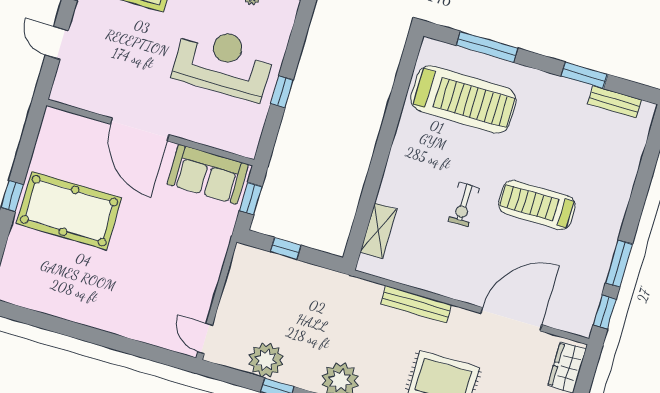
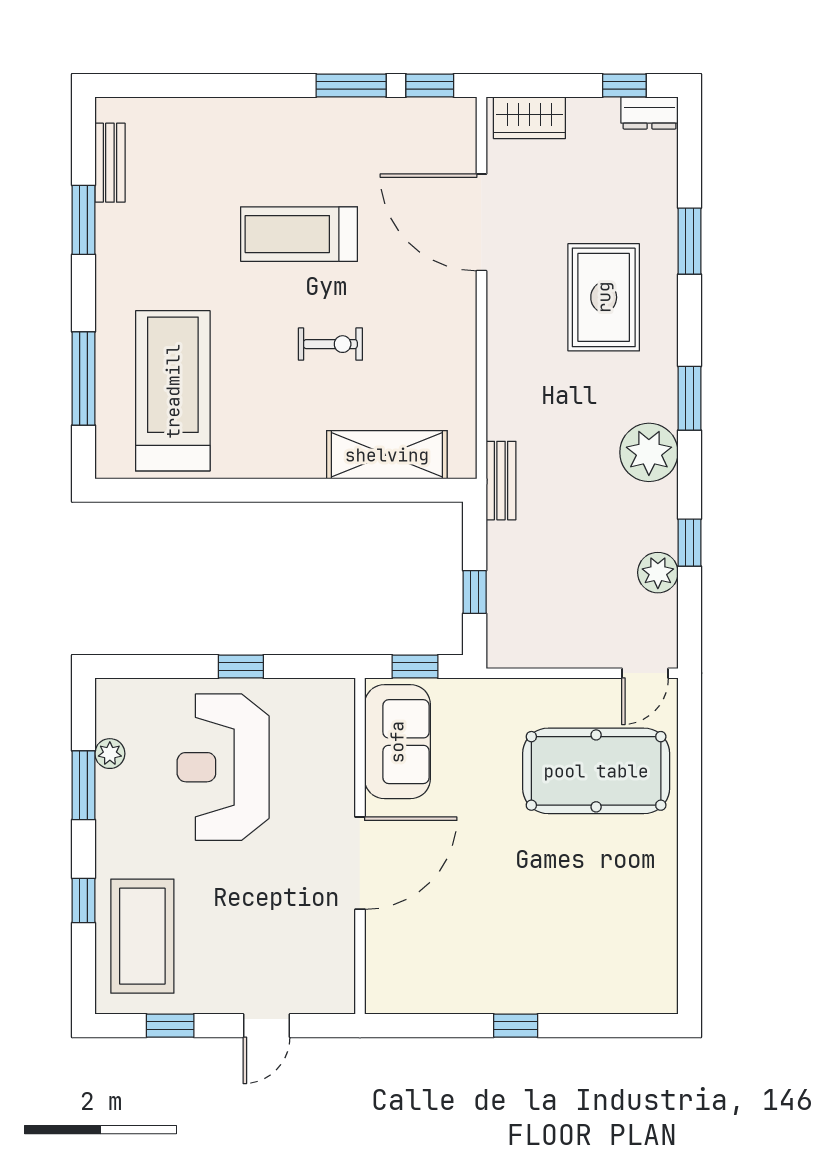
treadmill: (537, 205) -> (299, 234), turned 90
pool table: (69, 211) -> (596, 771), moved, turned 90
shelving: (378, 231) -> (387, 455), width x1.50, depth x1.33
bench: (416, 304) -> (501, 481), moved, width x0.73
plant: (266, 360) -> (658, 573), width x0.73, depth x0.73

